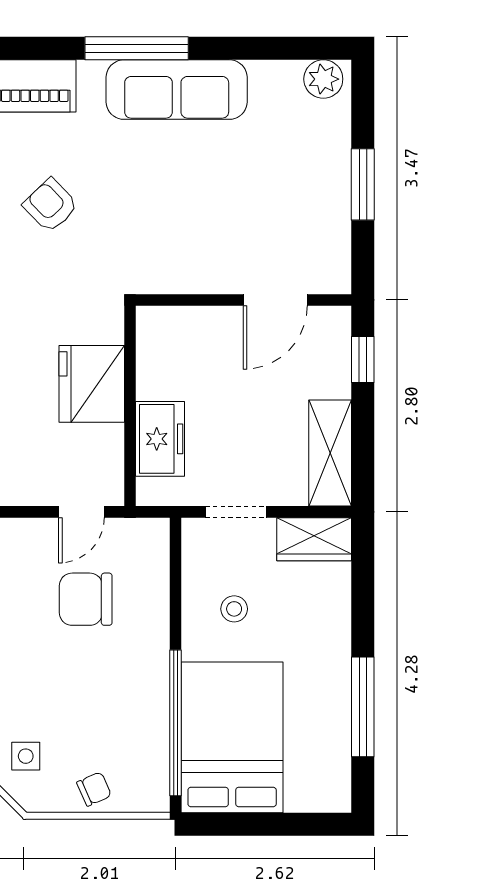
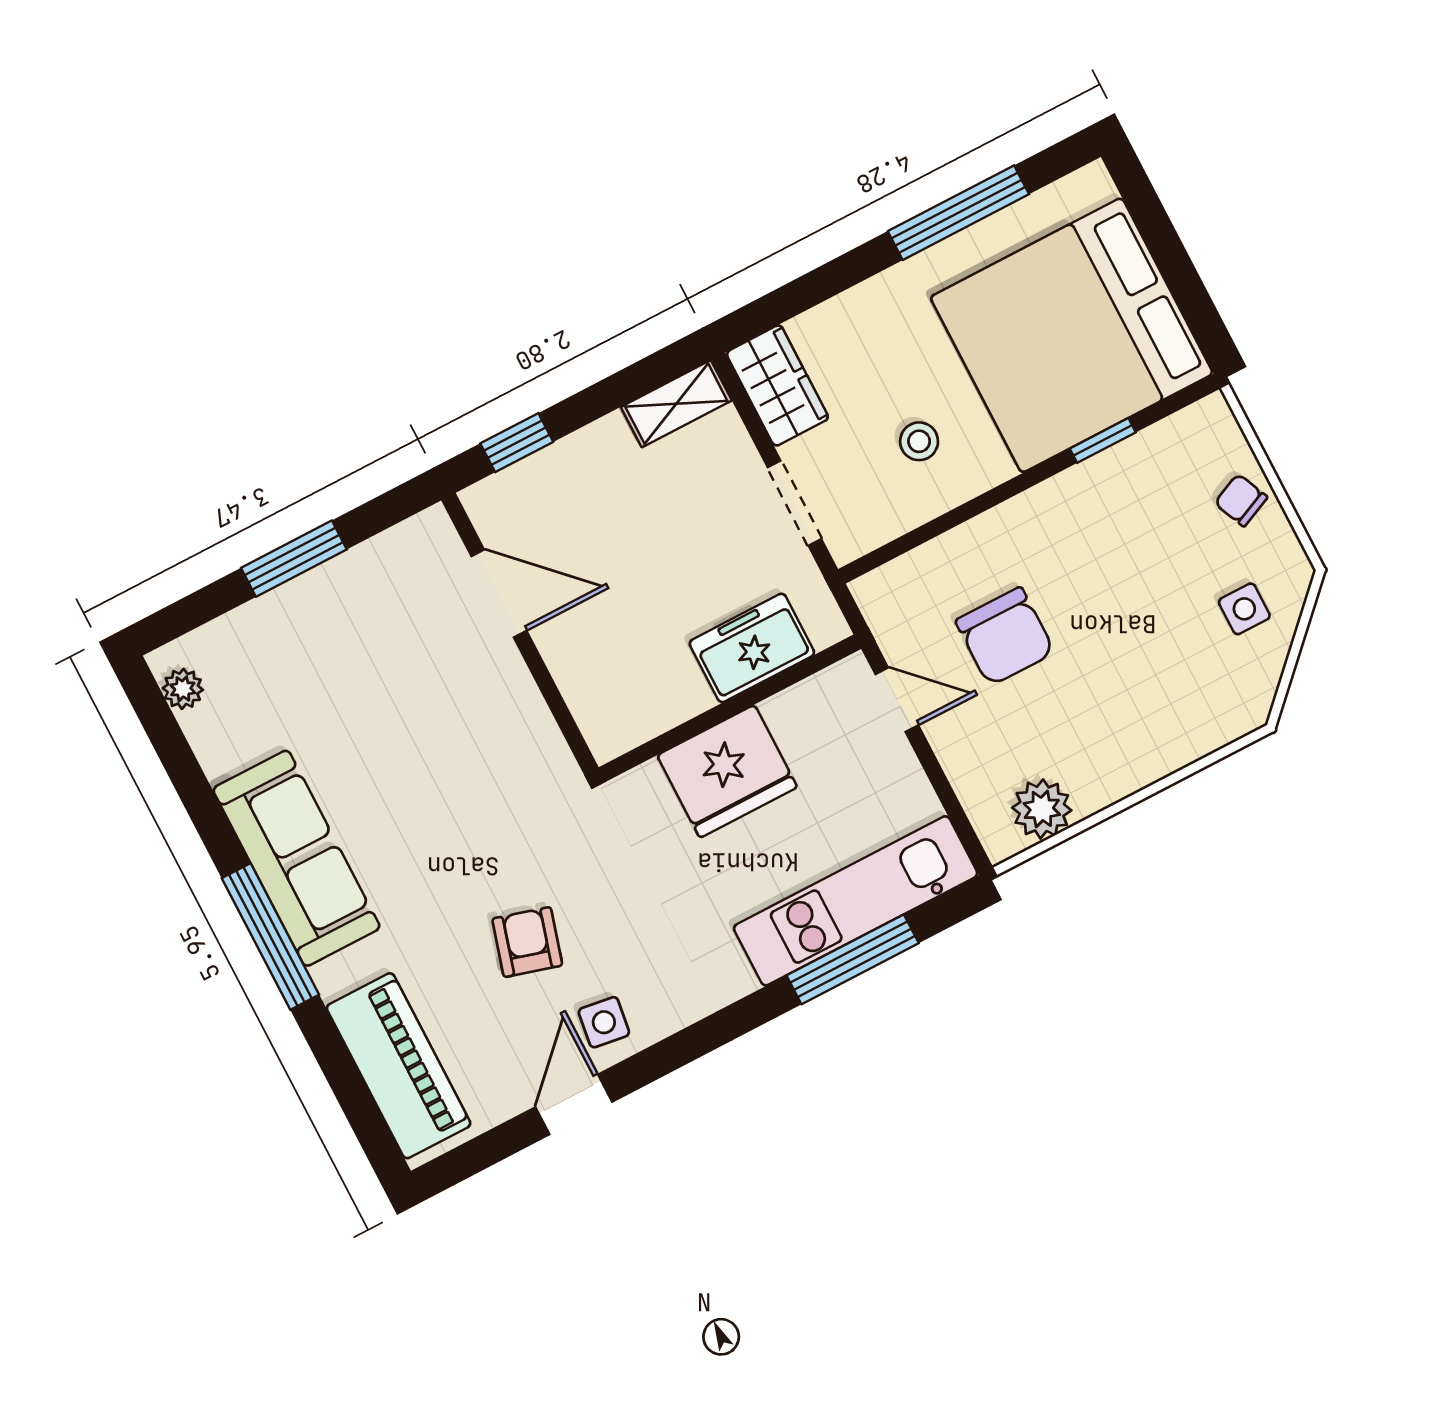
plant: (323, 79) -> (183, 689), width x0.73, depth x0.73
armchair: (51, 205) -> (527, 942), turned 150
shelving: (330, 453) -> (676, 404), width x0.67, depth x0.75
window: (175, 723) -> (1103, 440), width x0.32
bed: (232, 737) -> (1072, 335), width x1.36

